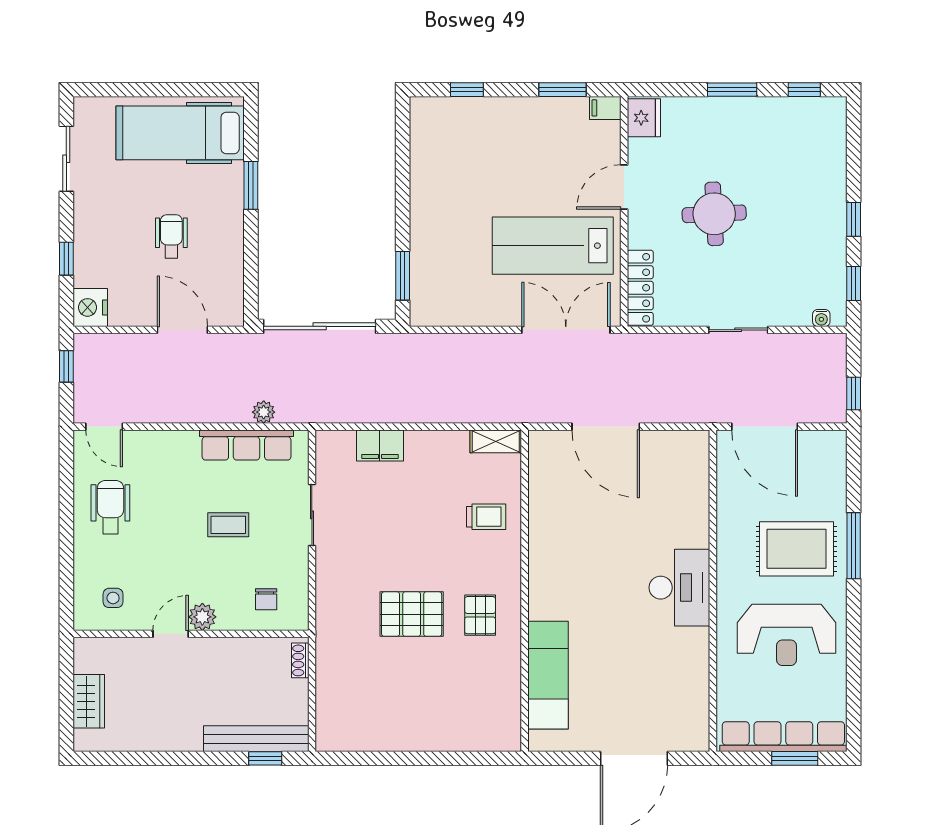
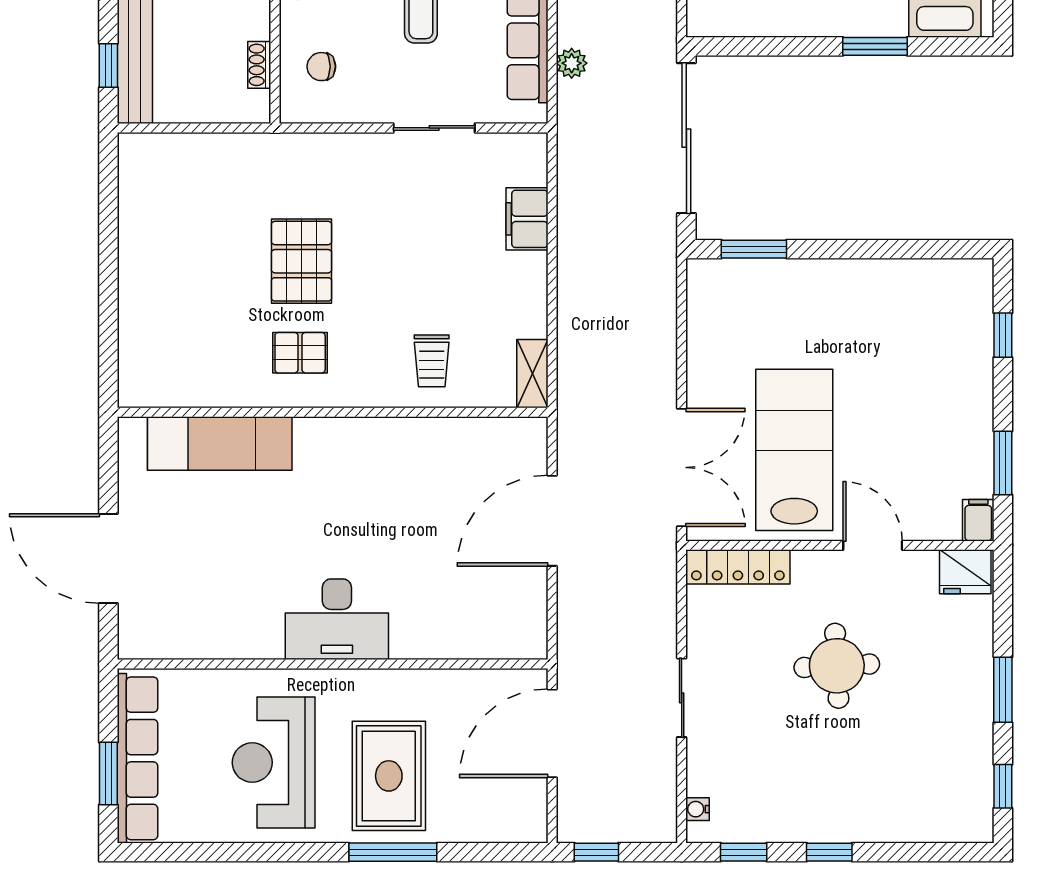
shoe rack: (300, 660) -> (259, 65), moved, turned -90

